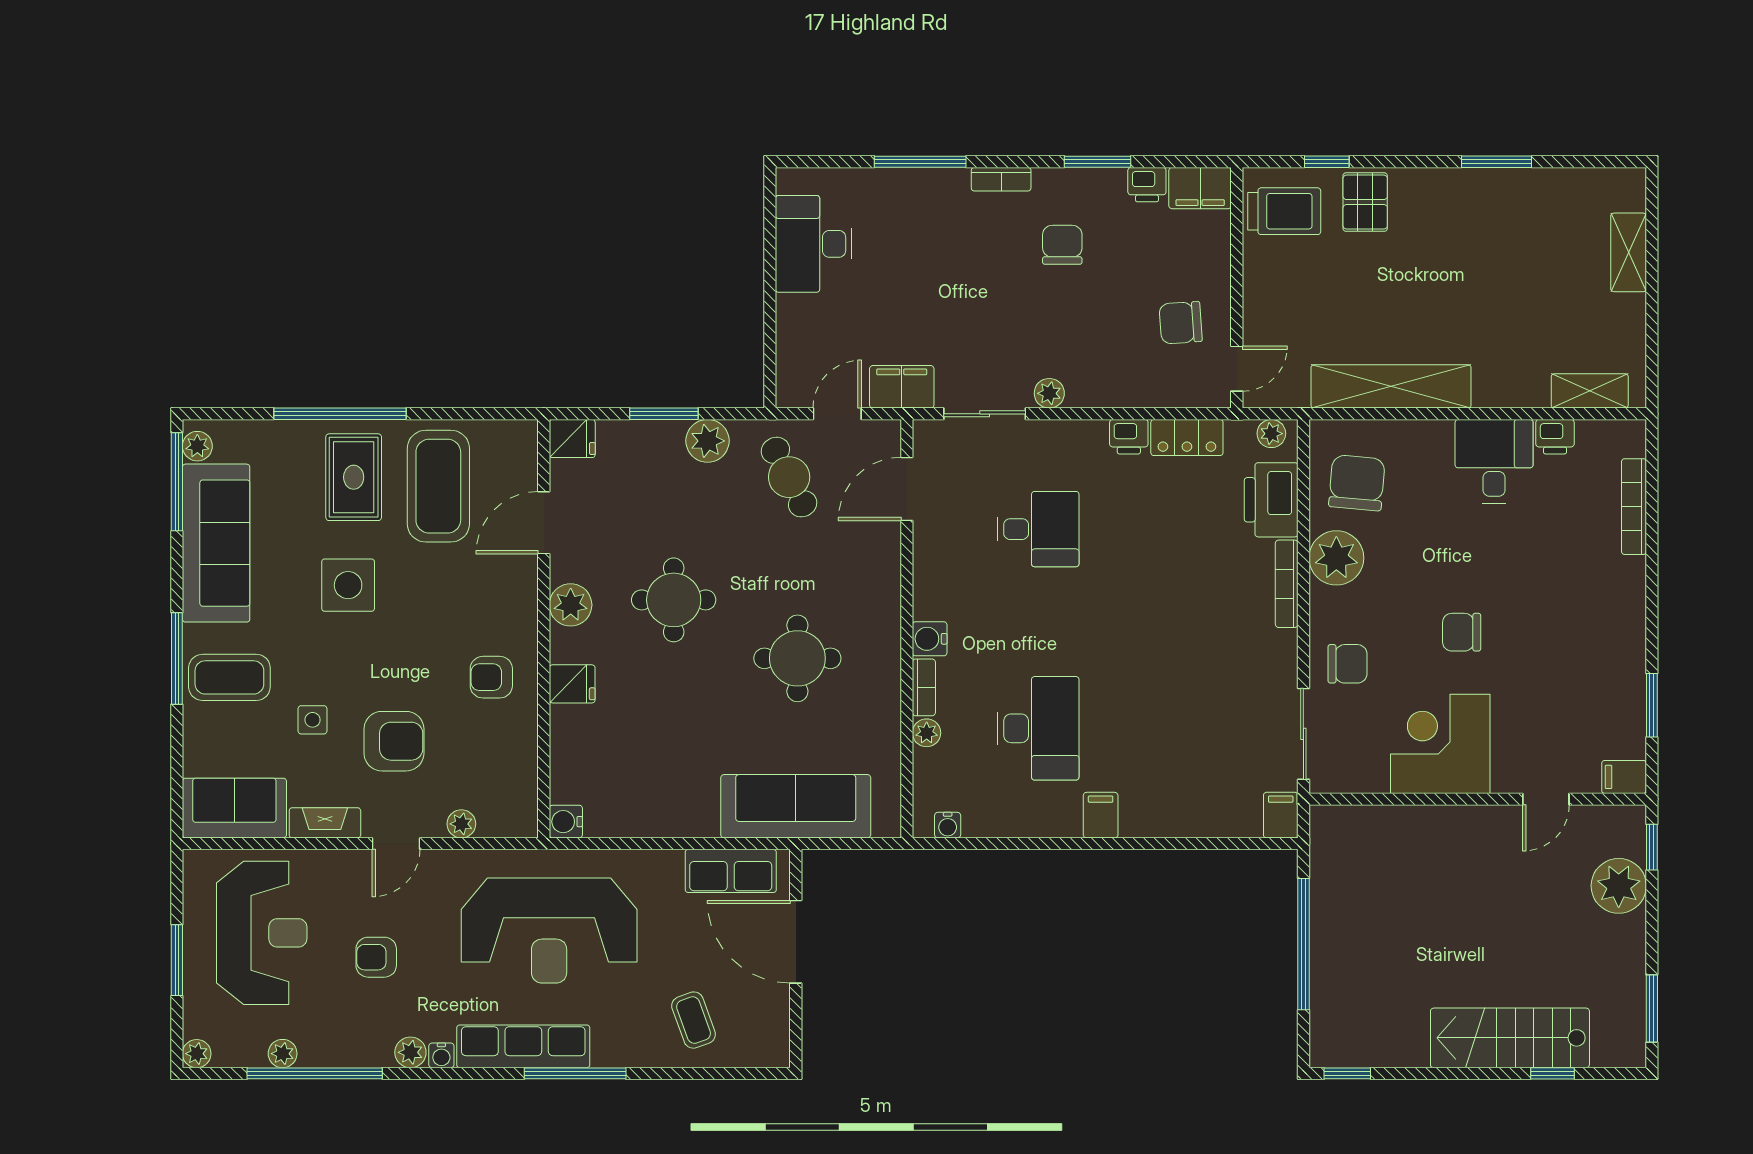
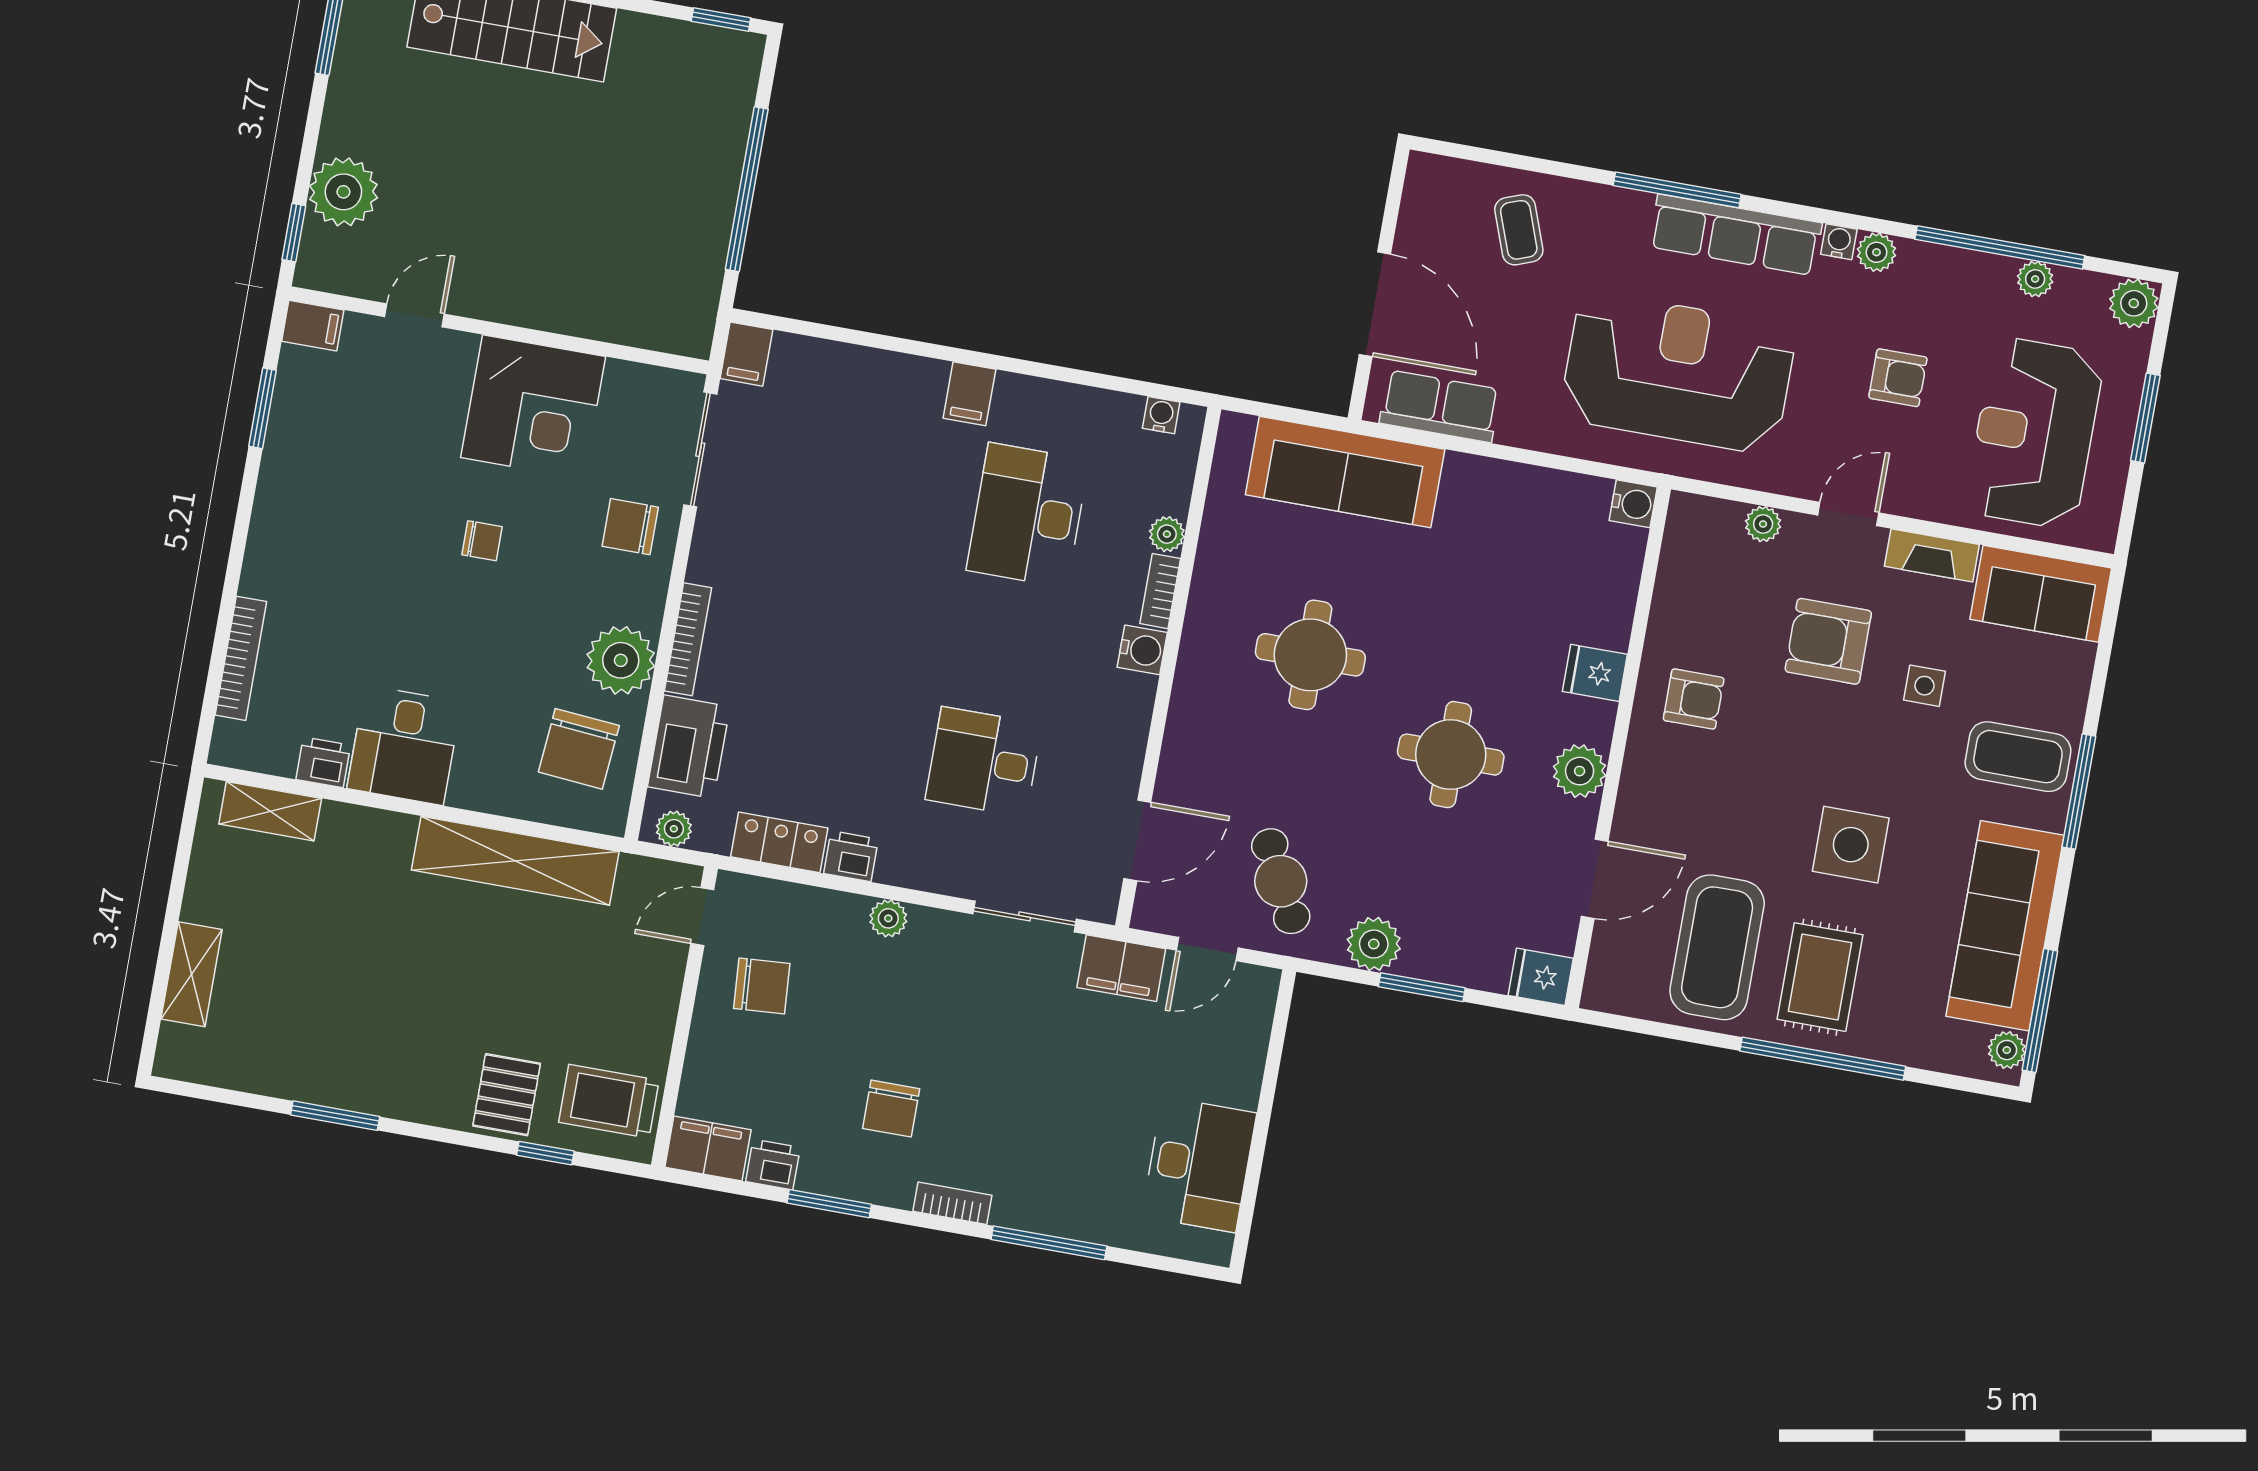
plant: (1049, 393) -> (888, 918), moved
chair: (1462, 632) -> (482, 541), width x0.73, depth x0.73
plant: (197, 1054) -> (2134, 303), width x1.38, depth x1.38

